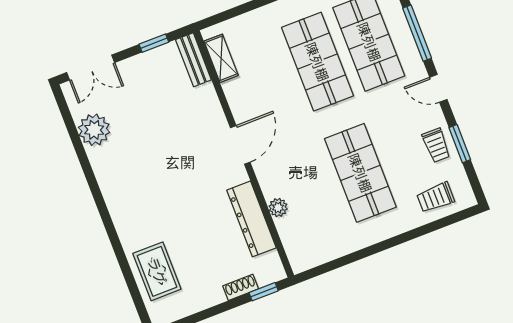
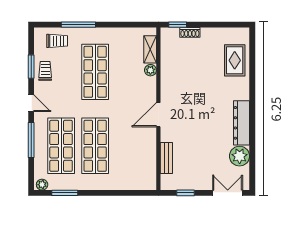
shelving: (221, 58) -> (150, 49), moved
bench: (193, 60) -> (166, 158), moved
dresser: (252, 219) -> (242, 123), moved, turned 180
window: (413, 234) -> (78, 25), added

